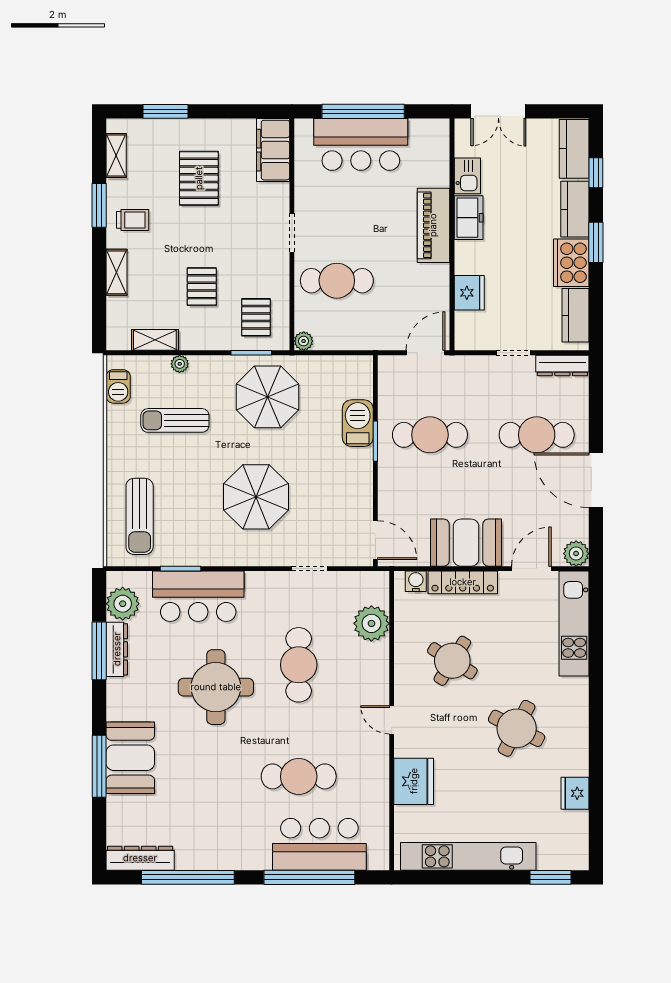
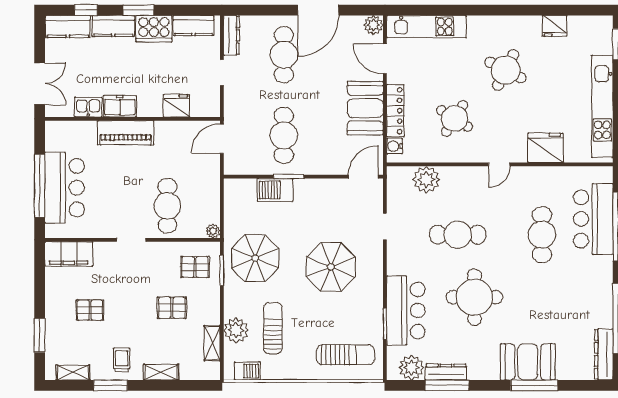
pallet: (199, 178) -> (90, 310), width x0.67, depth x0.71
door: (426, 353) -> (222, 139), hinge flipped
plant: (180, 364) -> (236, 330), width x1.87, depth x1.87
sun lounger: (175, 420) -> (273, 328), turned 180

